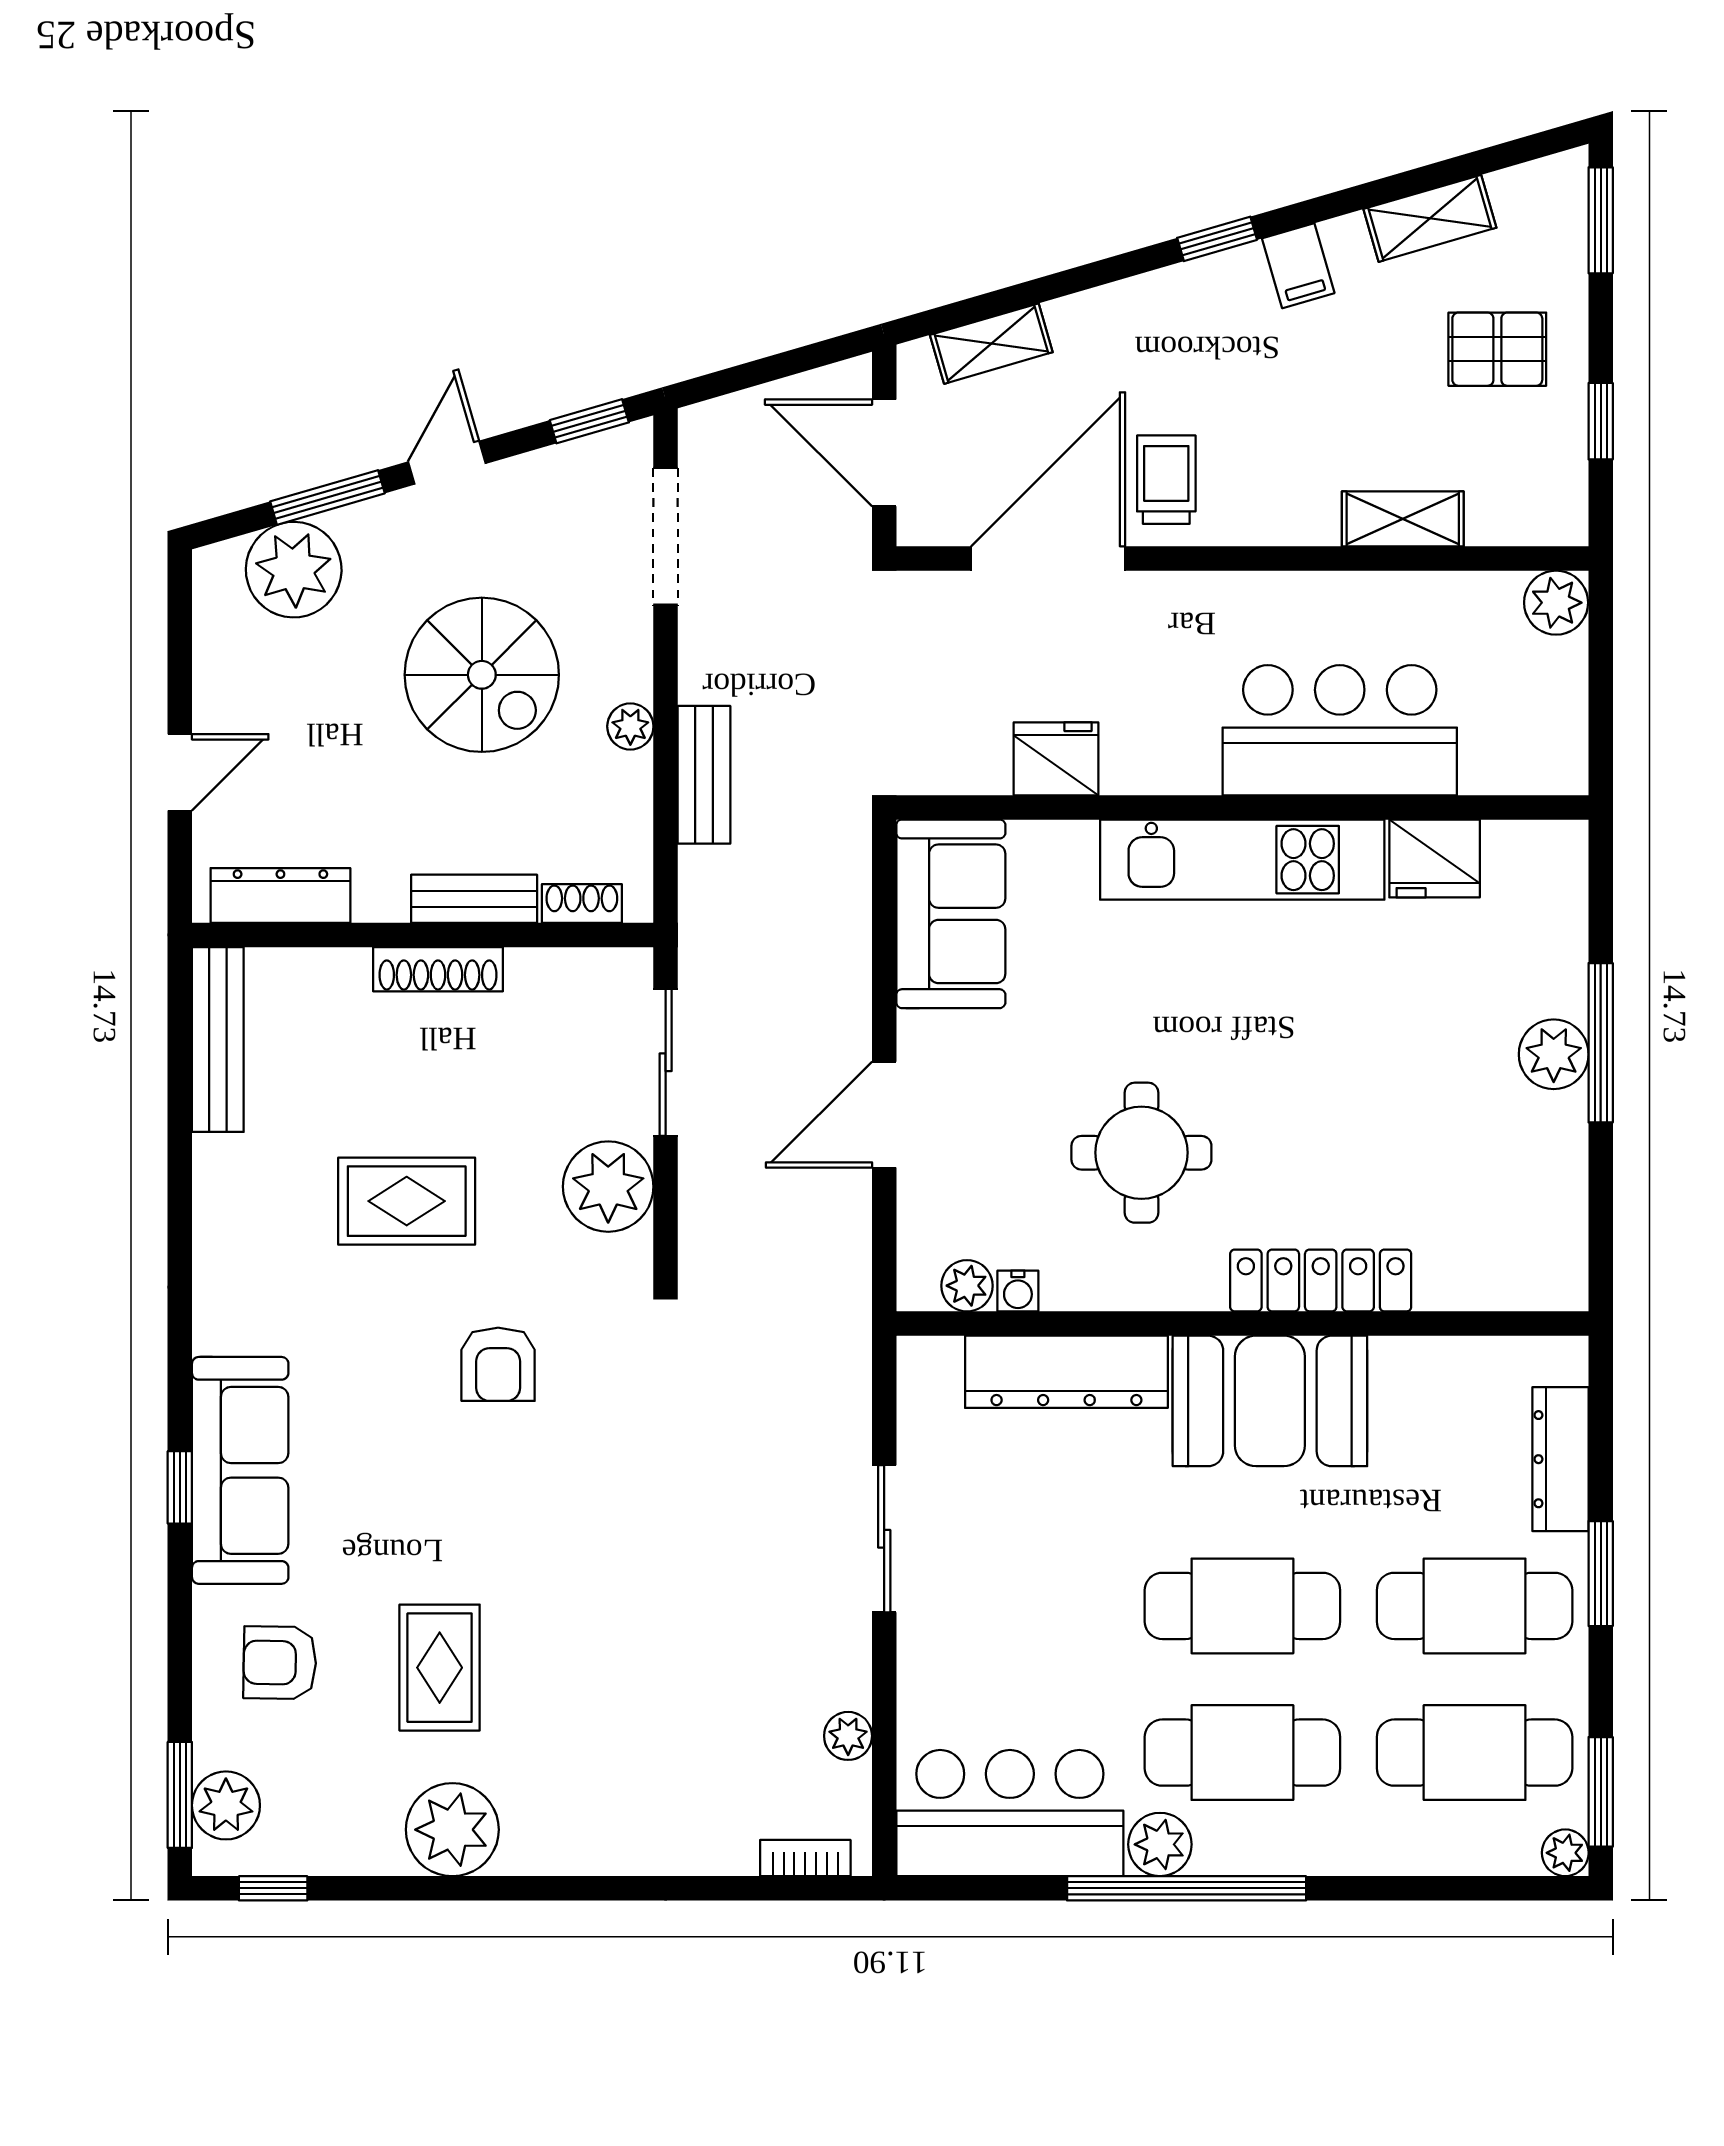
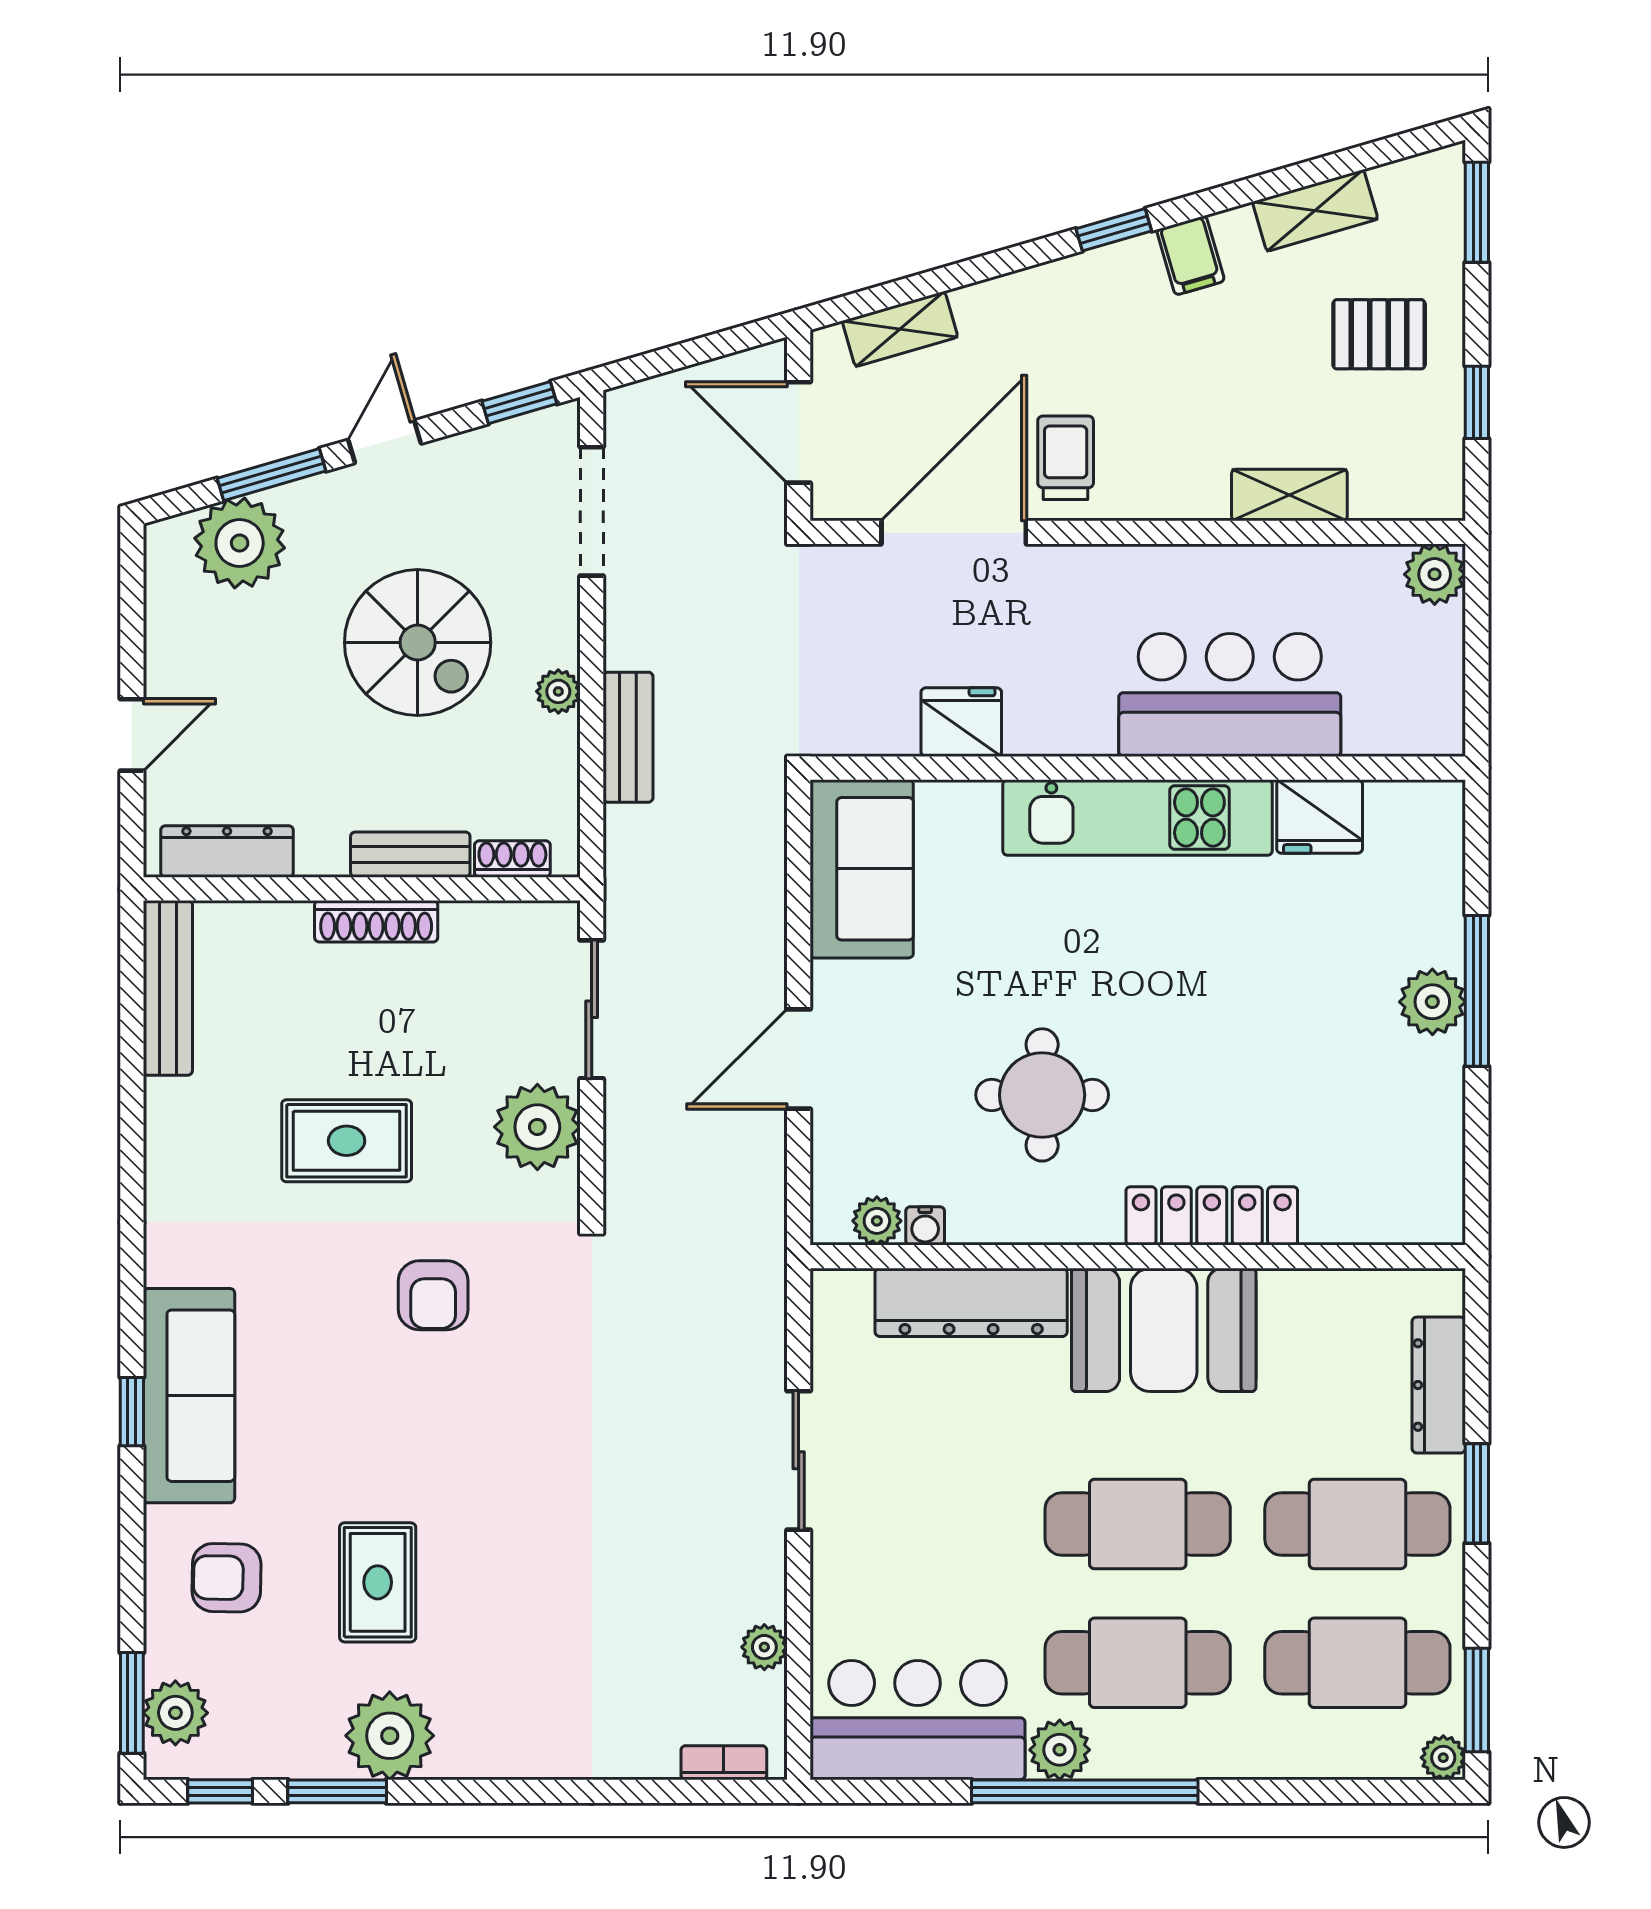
window: (397, 1888) -> (337, 1791), added

